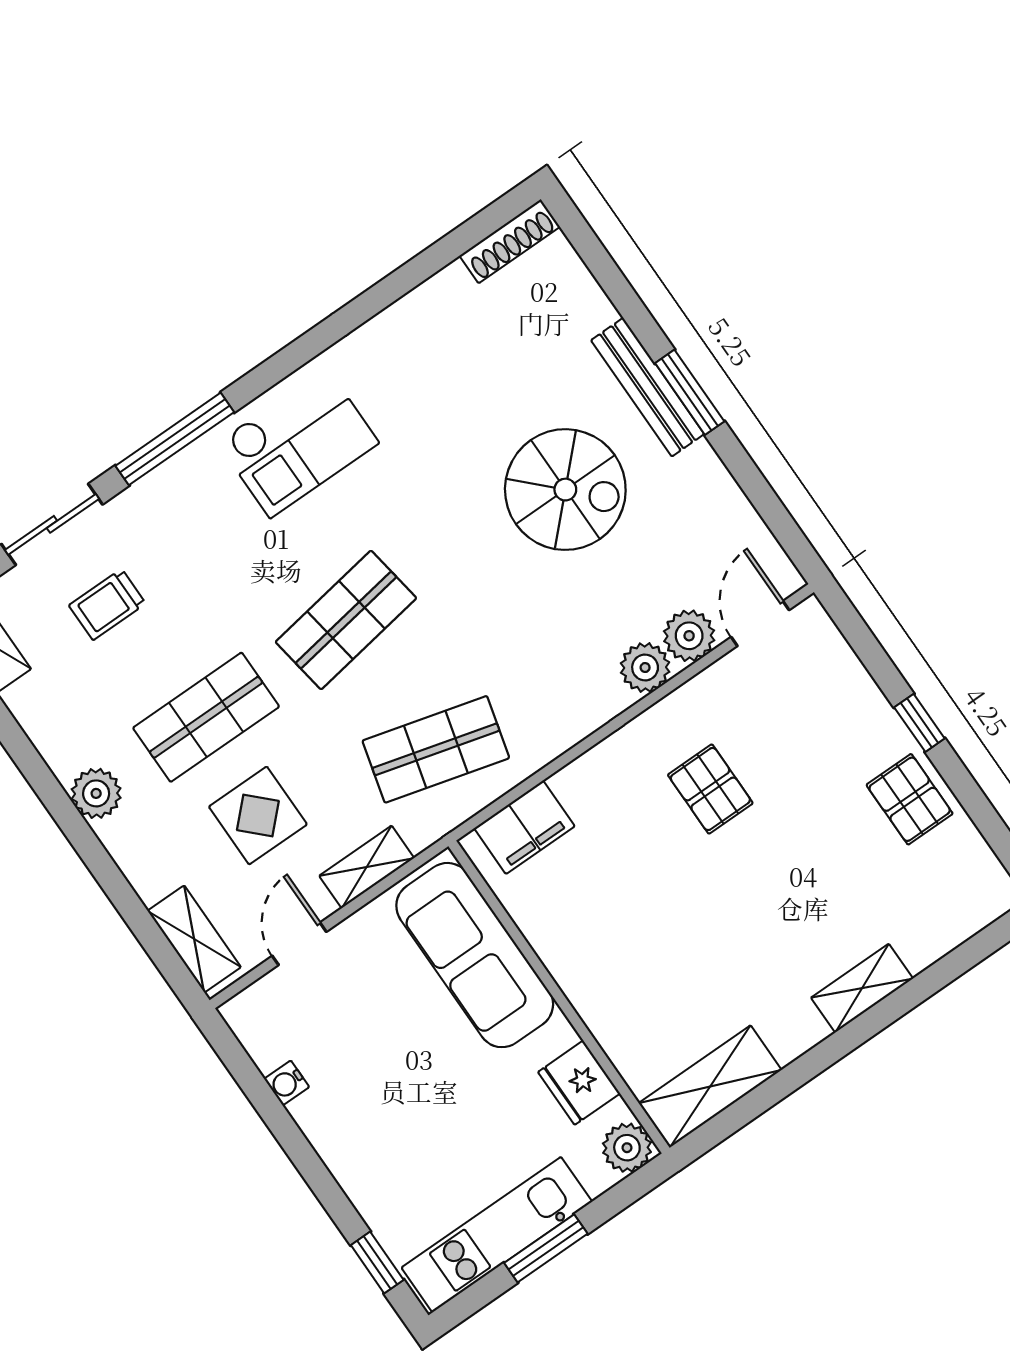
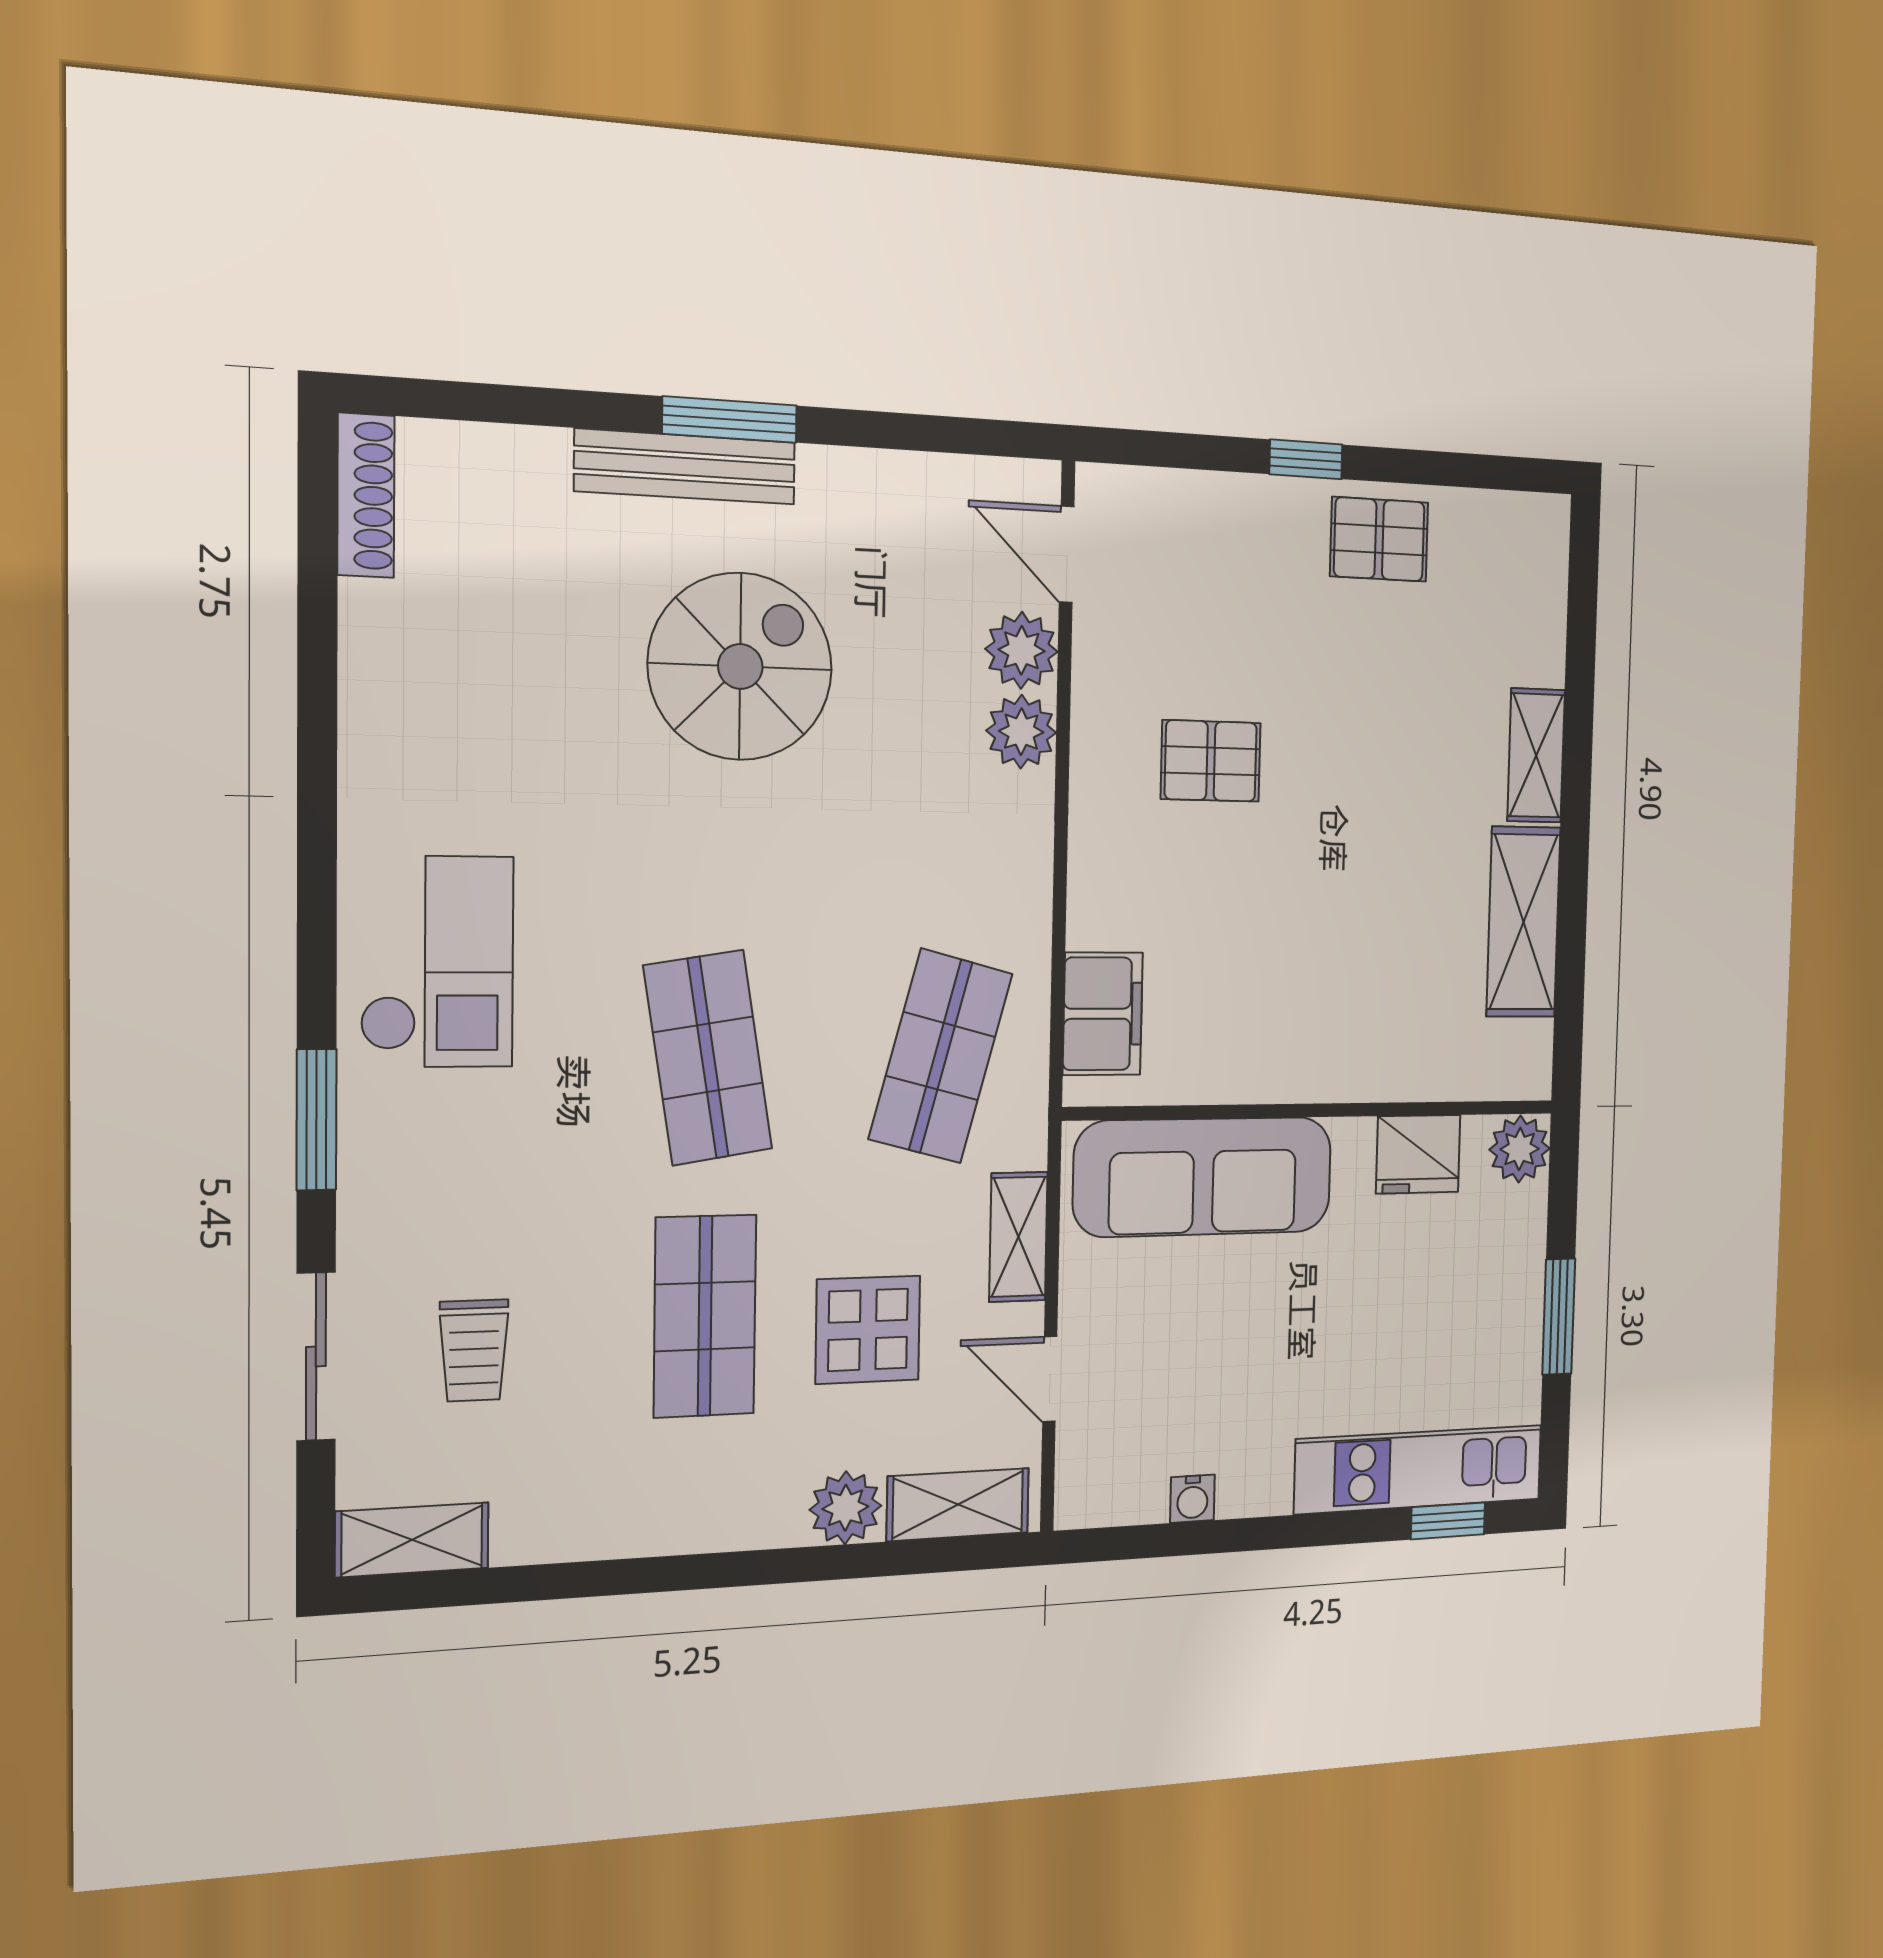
window: (175, 439) -> (316, 1120), width x0.69
plant: (96, 793) -> (845, 1508), moved
shelving: (710, 1086) -> (1523, 922), moved
kitchen unit: (497, 1235) -> (1419, 1469), moved, turned 90

